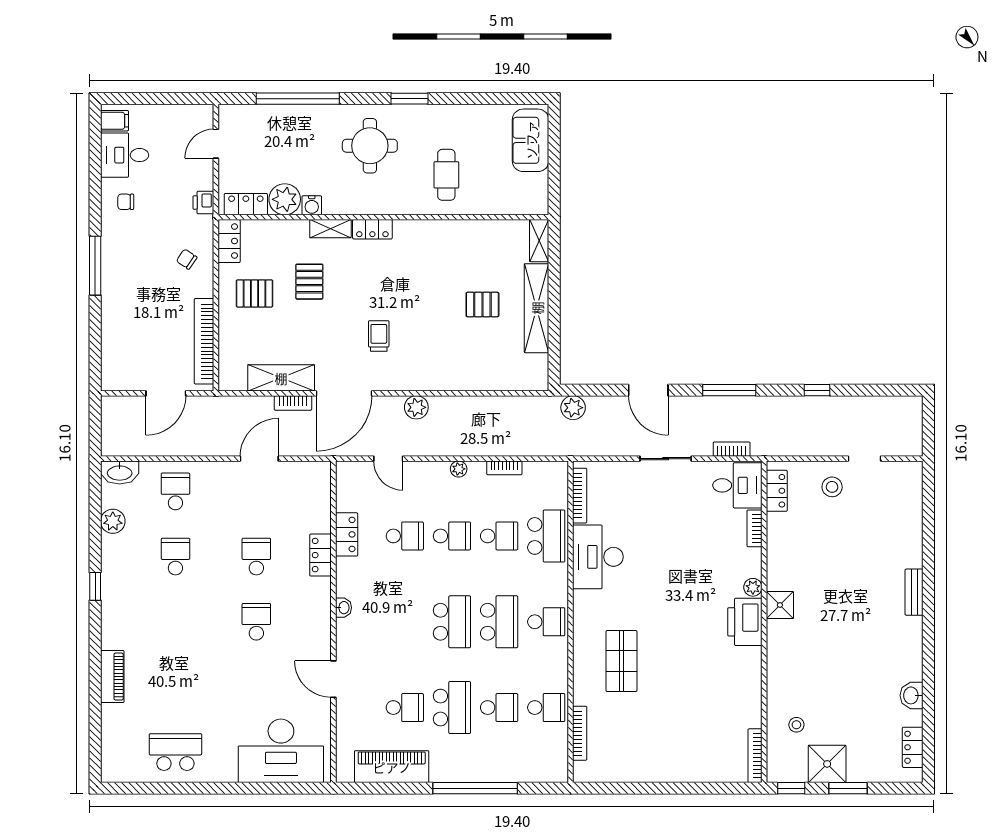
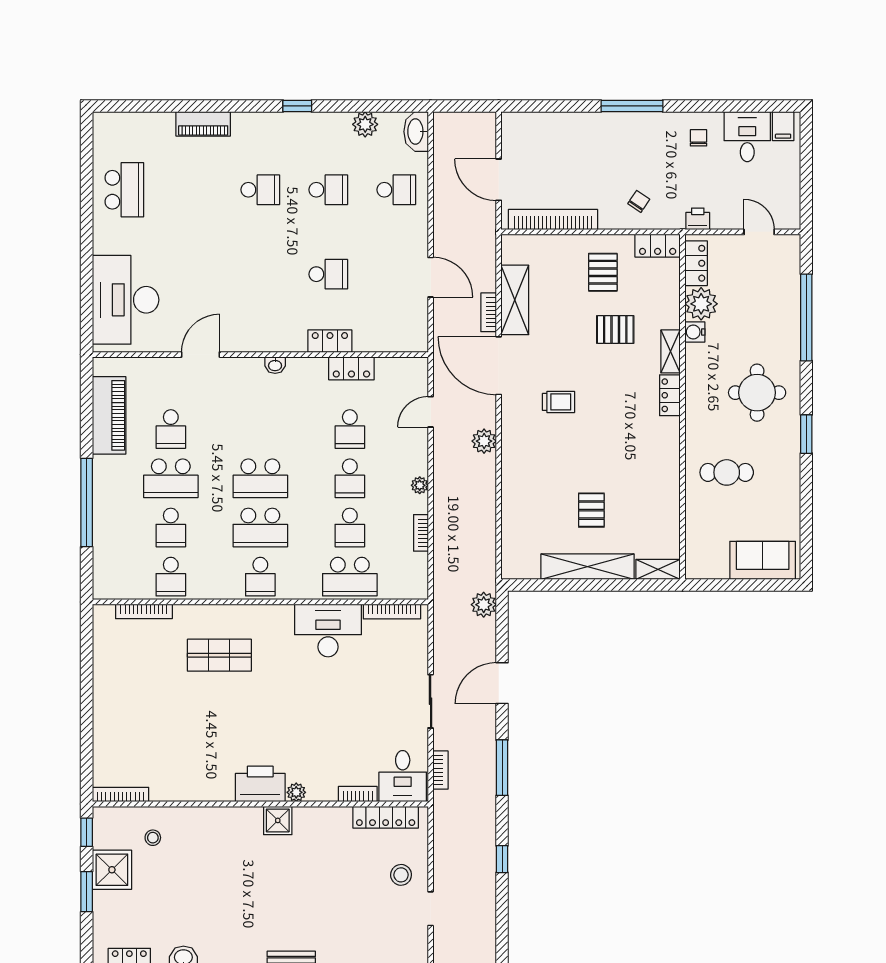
locker: (777, 491) -> (386, 817), width x1.53
school desk: (256, 622) -> (260, 190), moved

